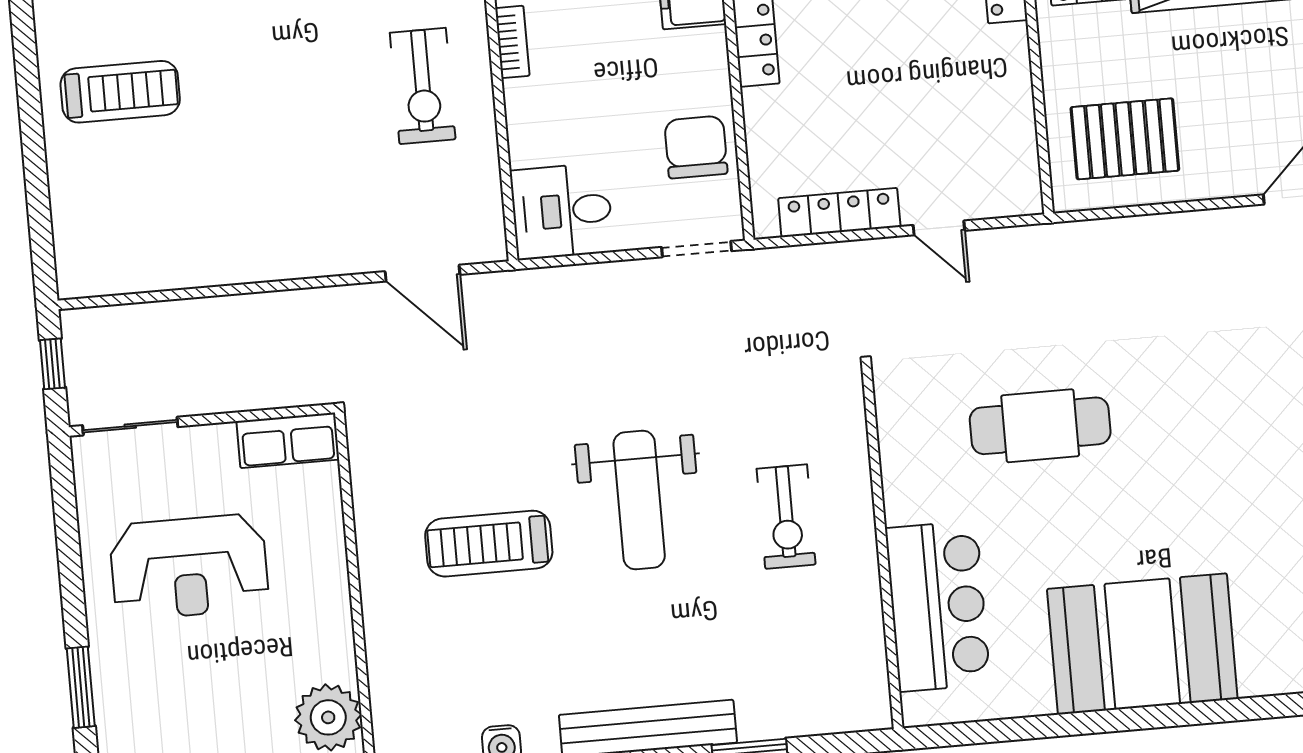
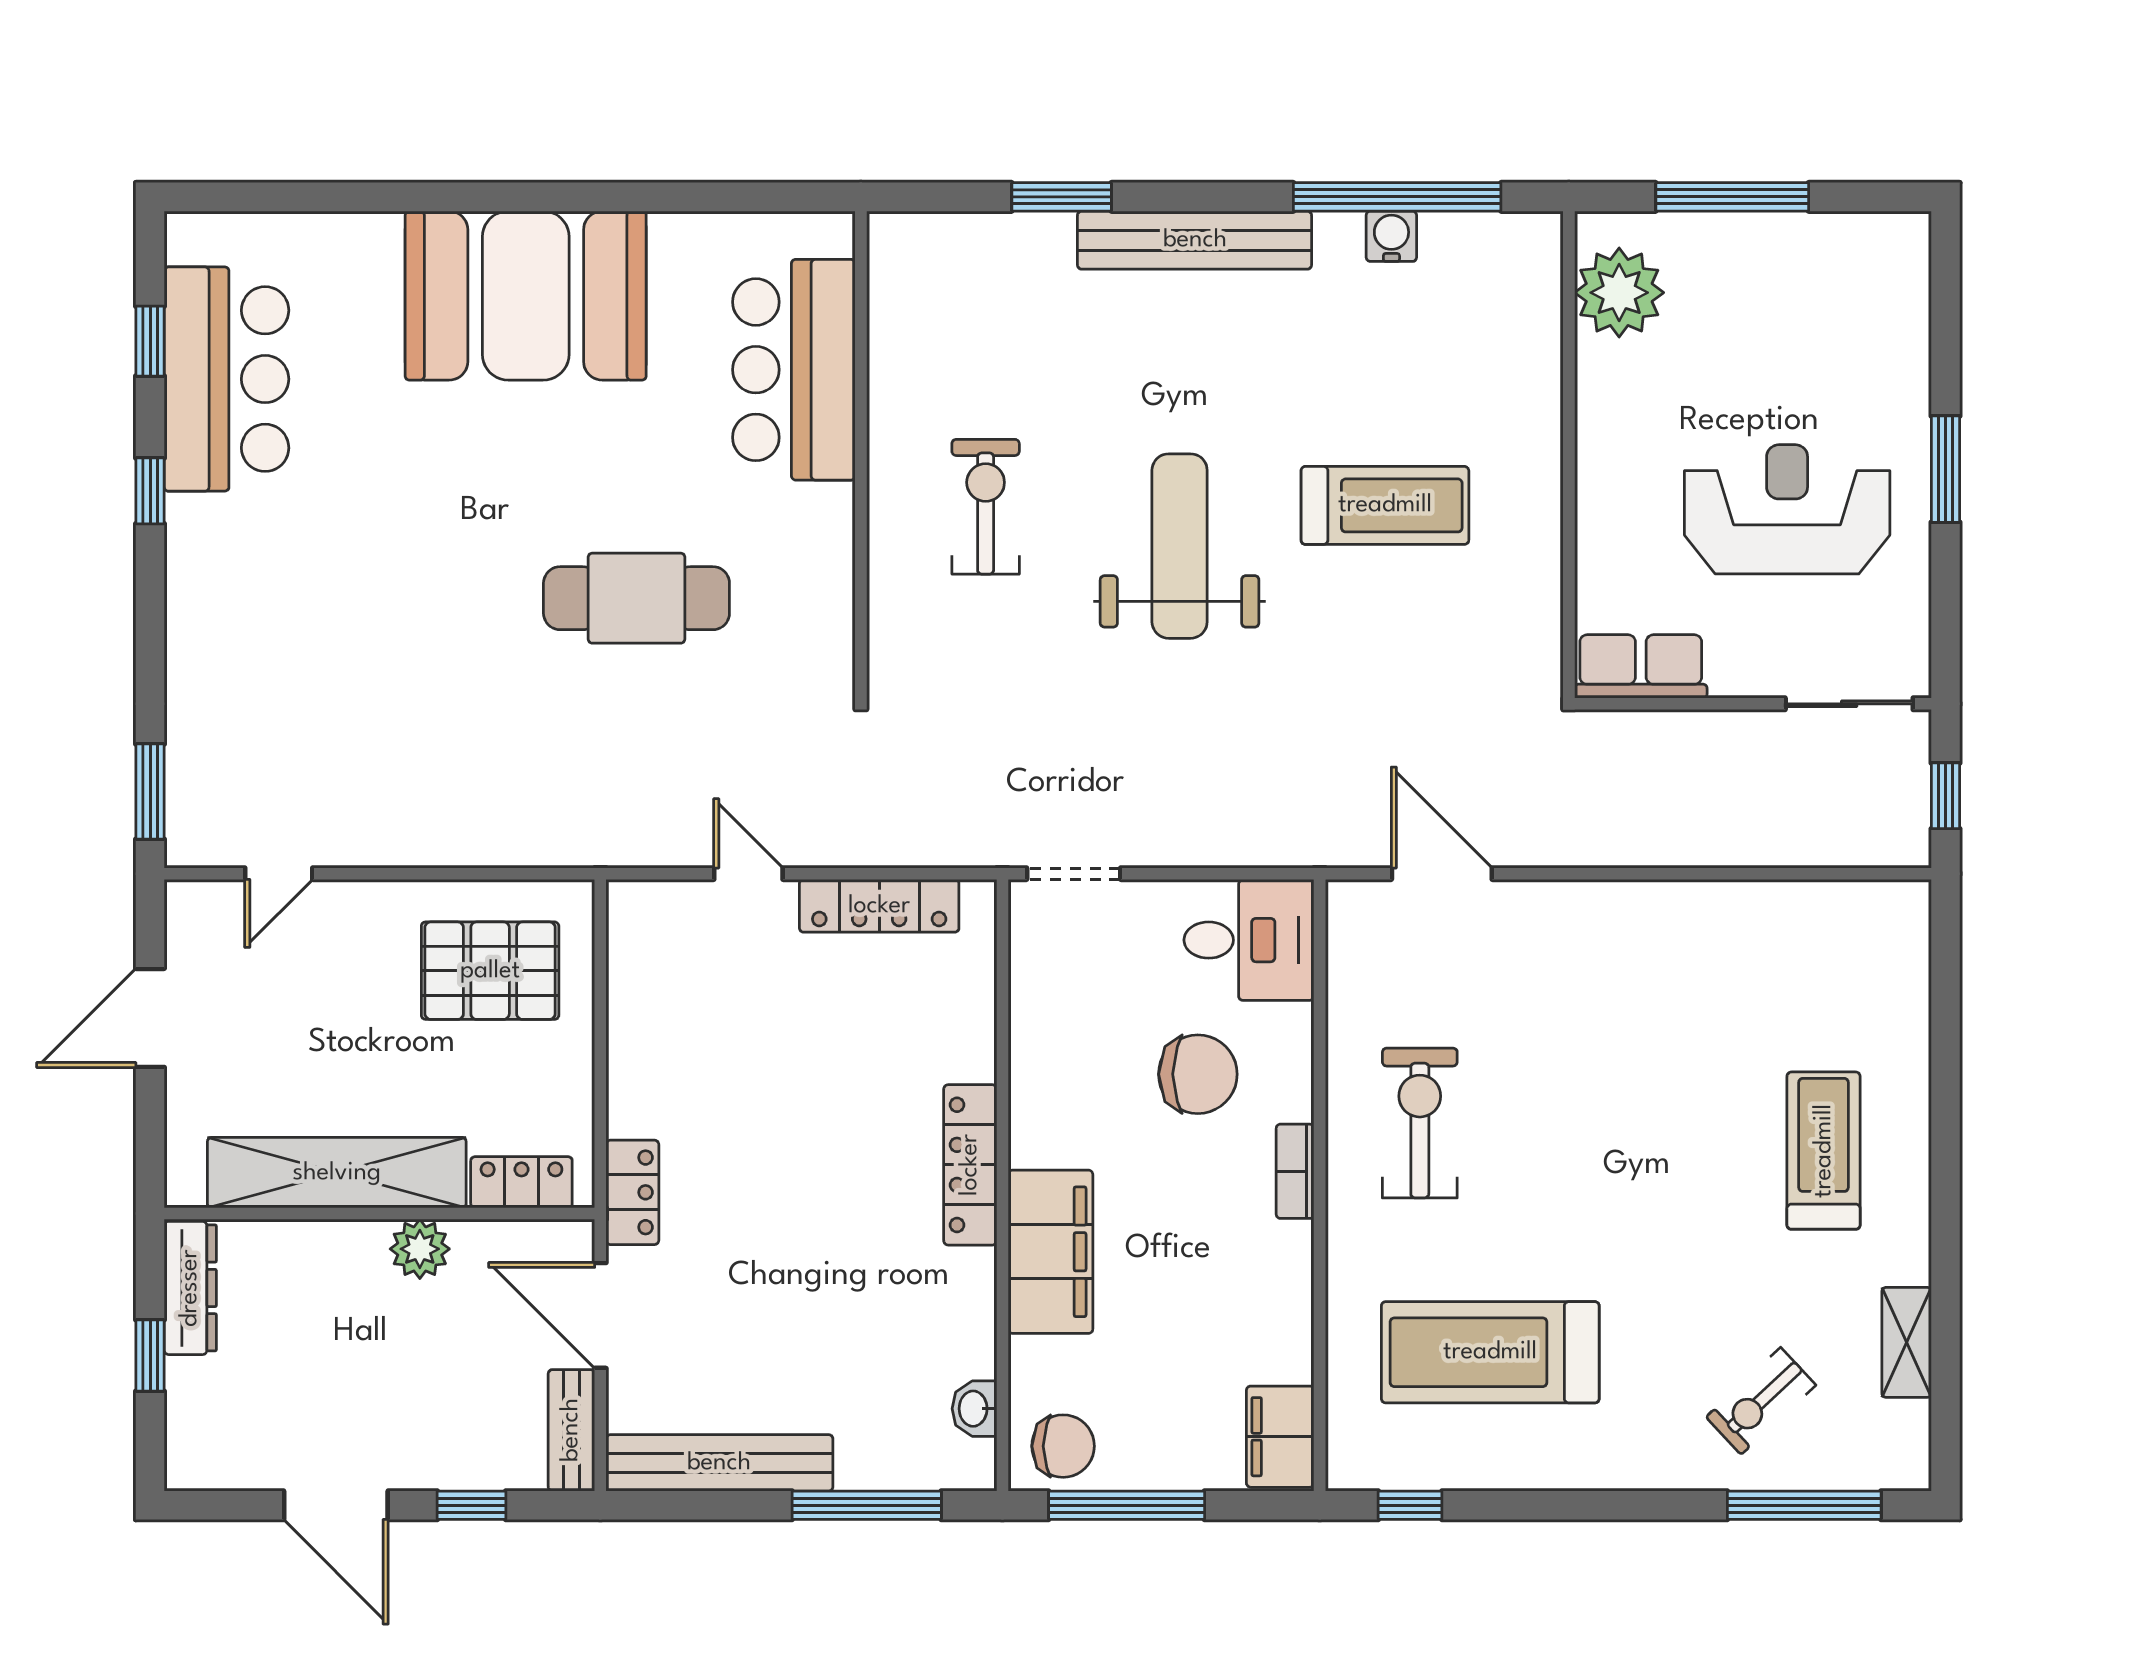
treadmill: (120, 92) -> (1824, 1151), turned 90
chair: (696, 147) -> (1198, 1074), moved, turned -90
window: (81, 687) -> (1946, 469), moved

